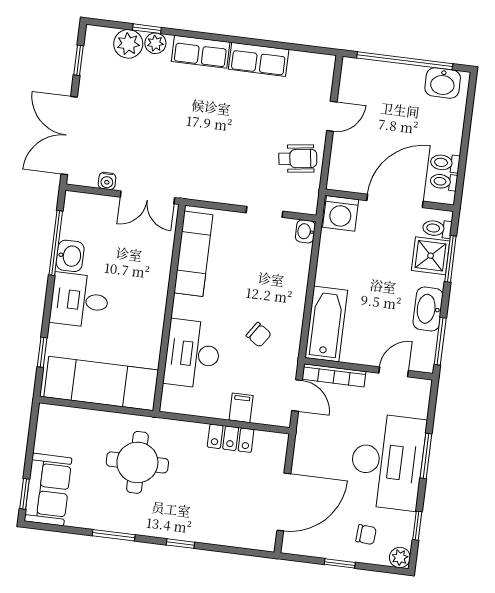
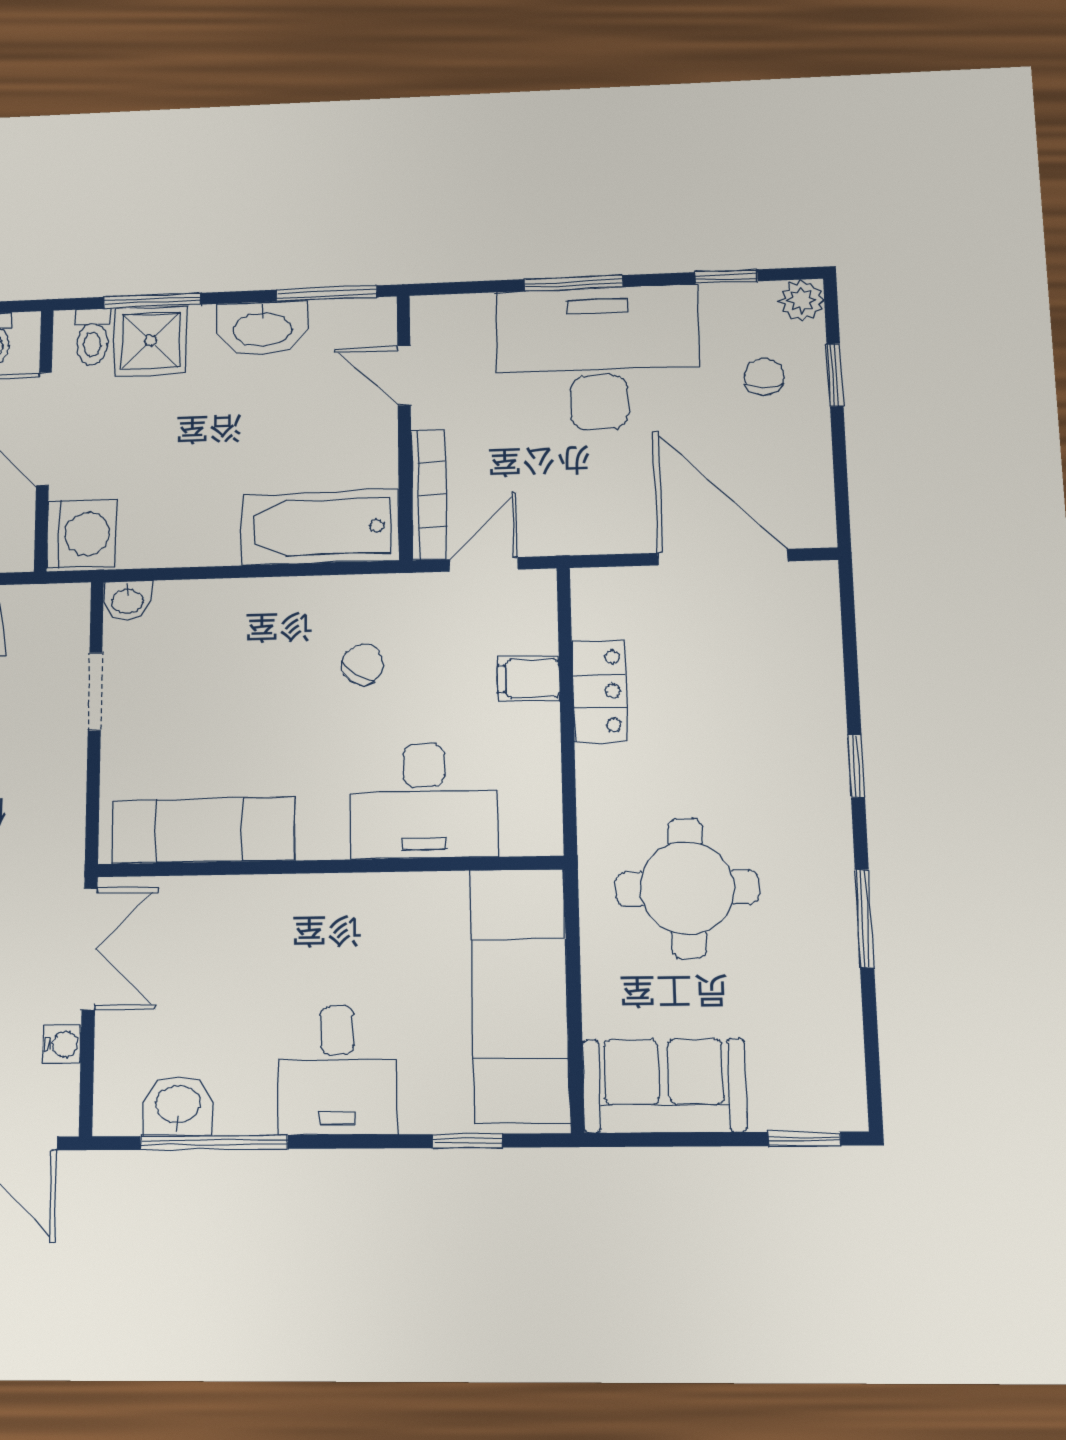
washbasin: (70, 256) -> (178, 1106), moved
sofa: (48, 490) -> (664, 1086), moved
window: (340, 563) -> (835, 375), moved

